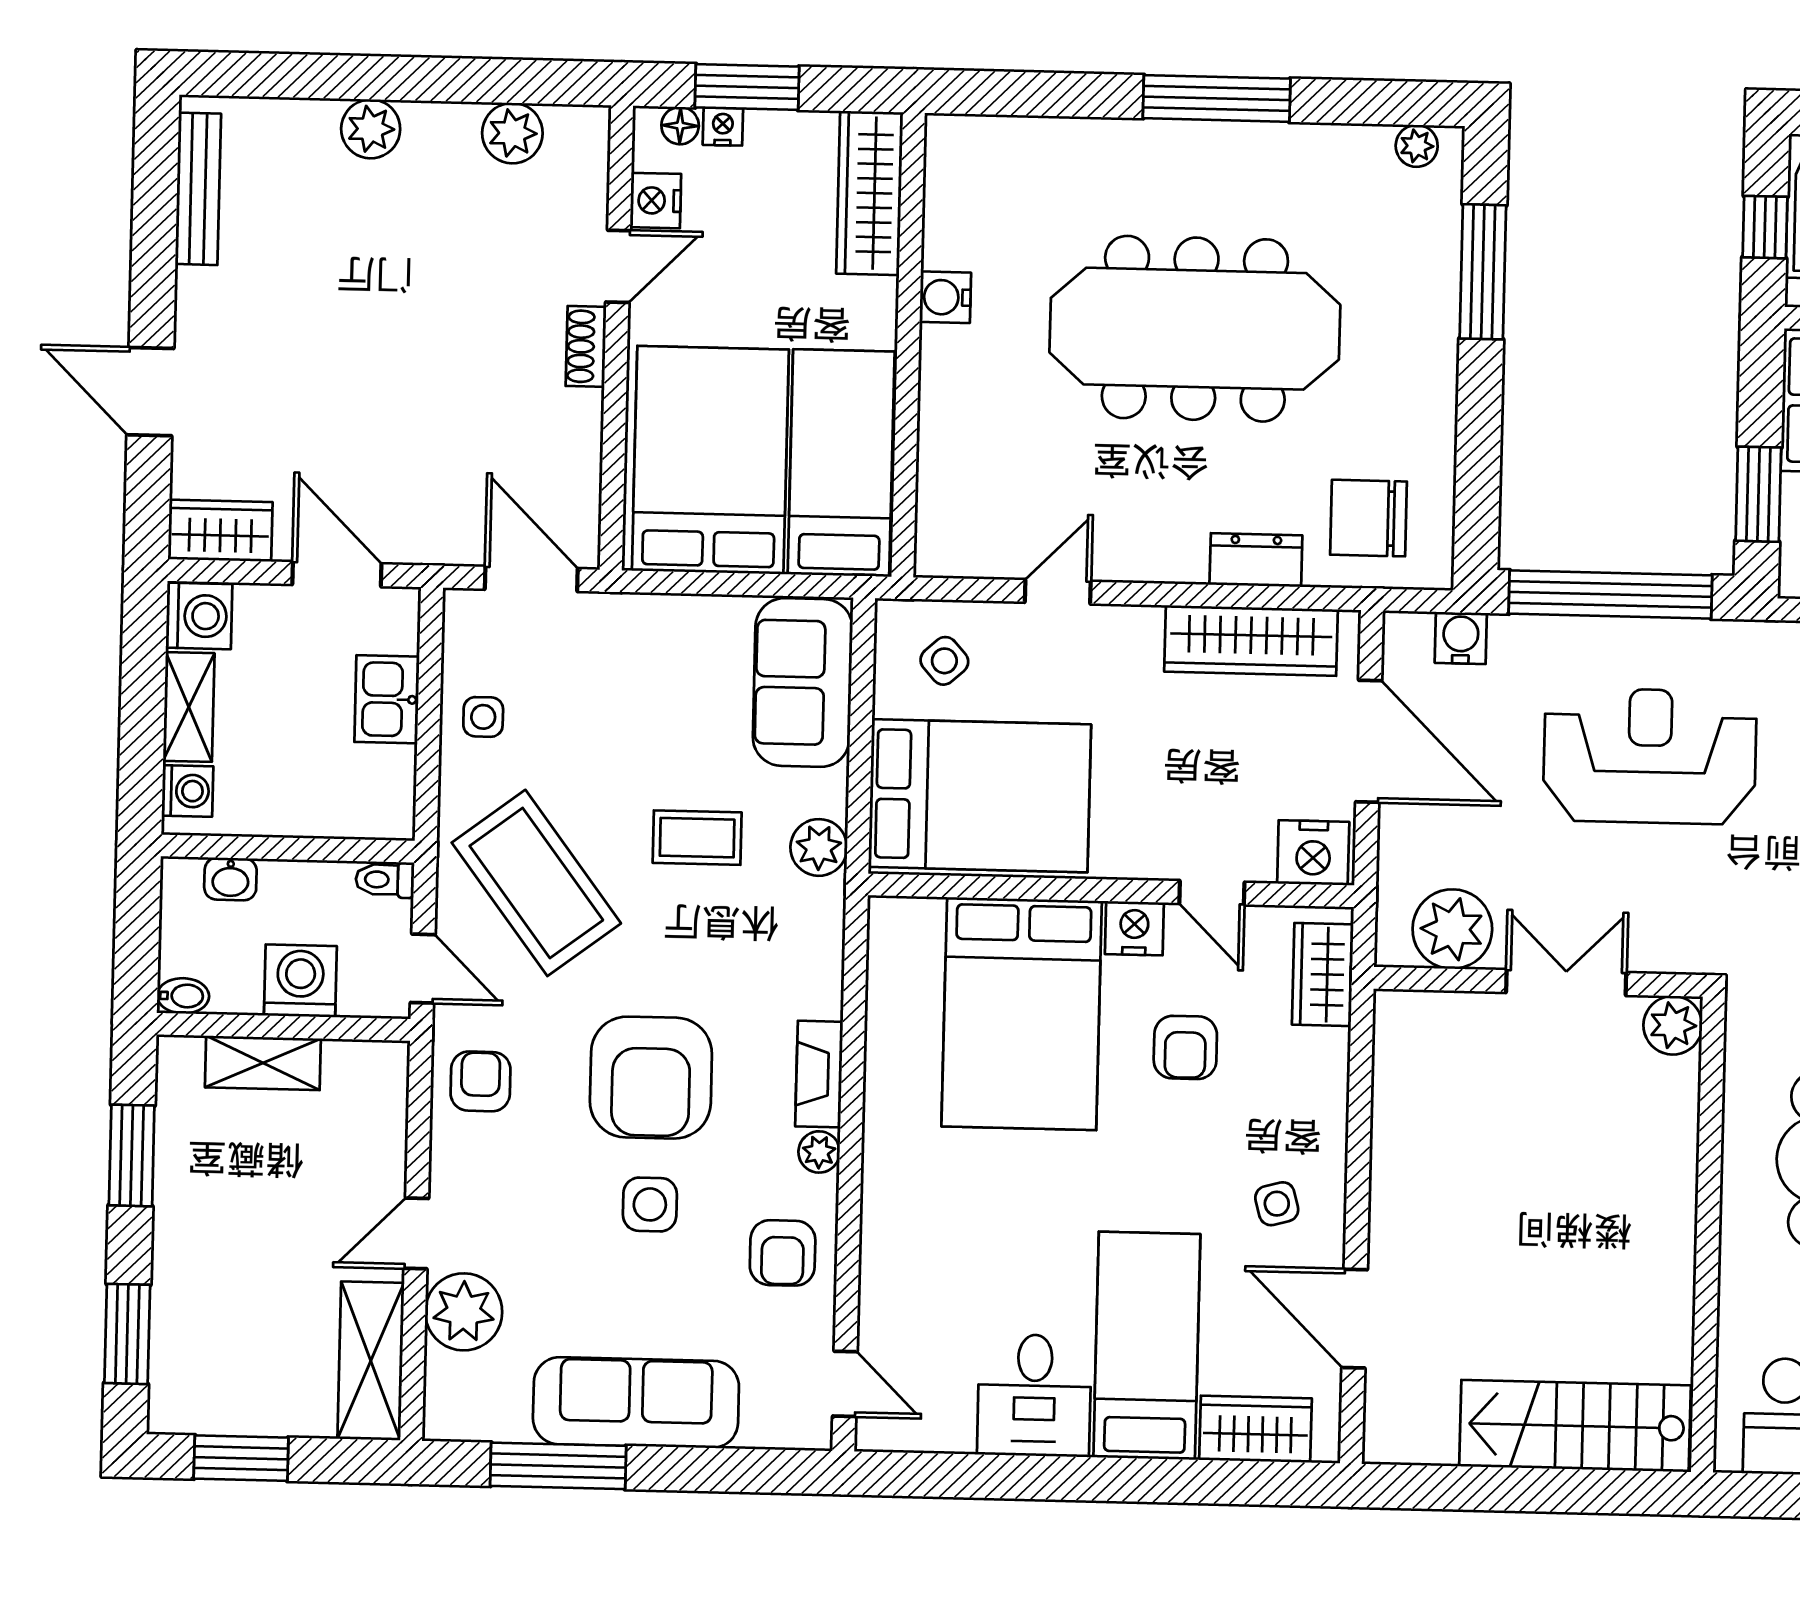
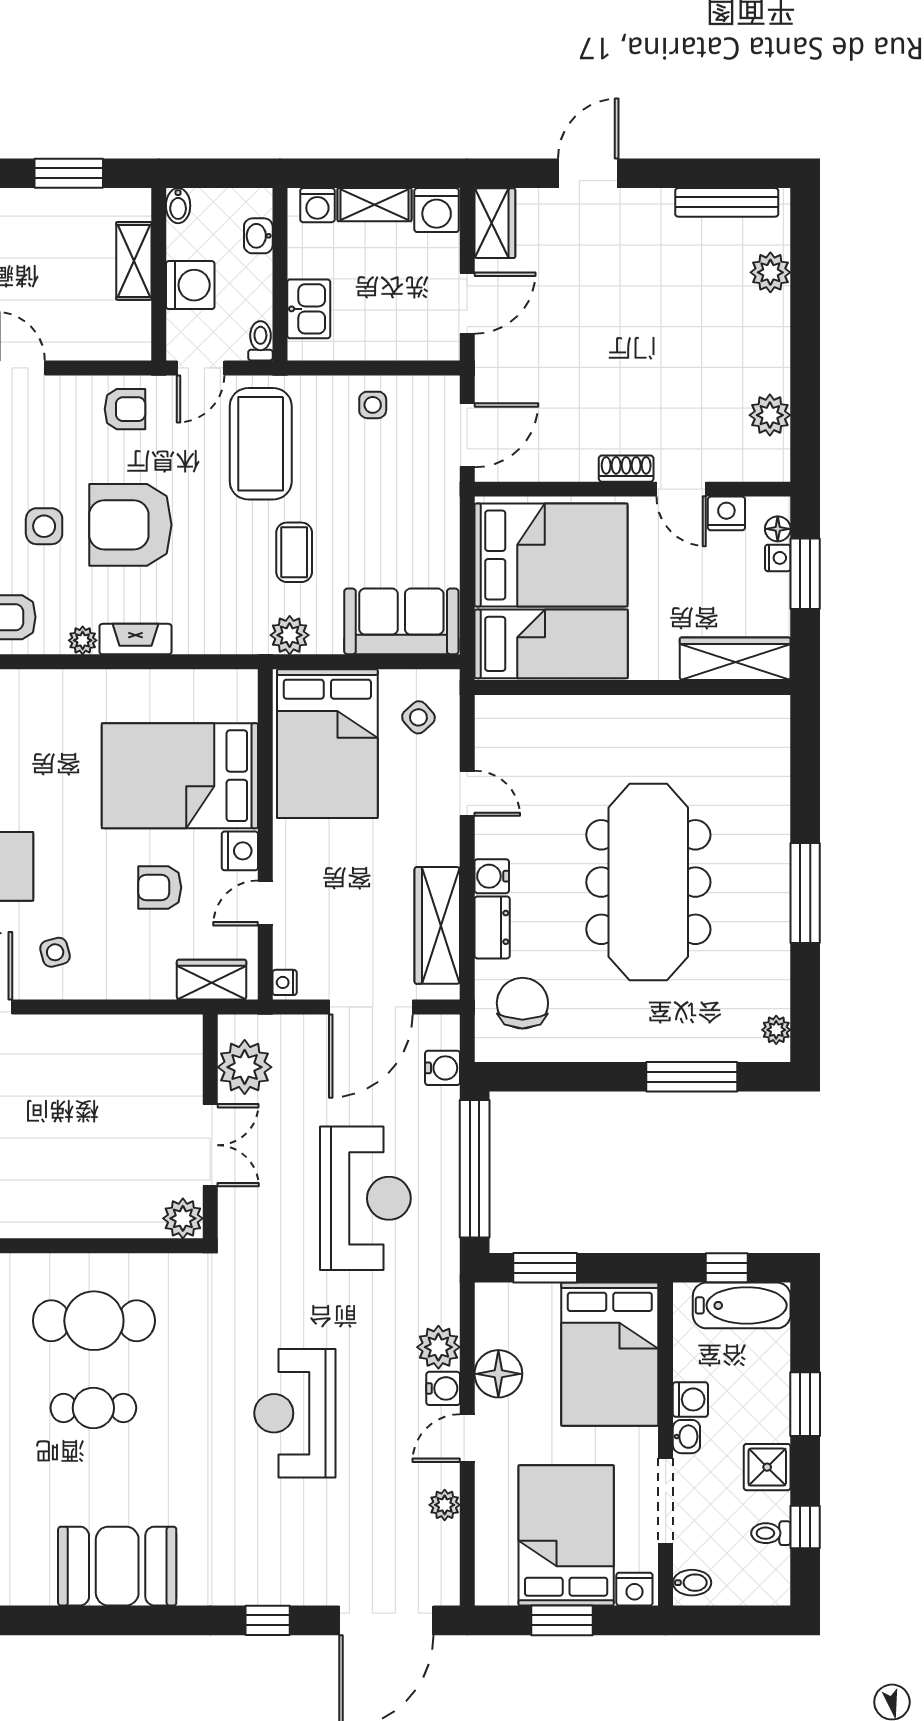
plant: (371, 129) -> (770, 272), moved
water cooler: (945, 297) -> (492, 876), moved, turned -90
kitchen sink: (387, 699) -> (309, 309), moved, turned 90
nightstand: (1313, 853) -> (285, 982), width x0.53, depth x0.56
coffee table: (536, 883) -> (261, 444), turned -53

